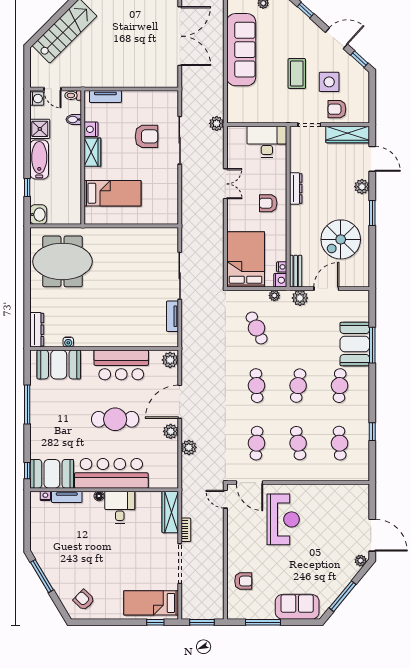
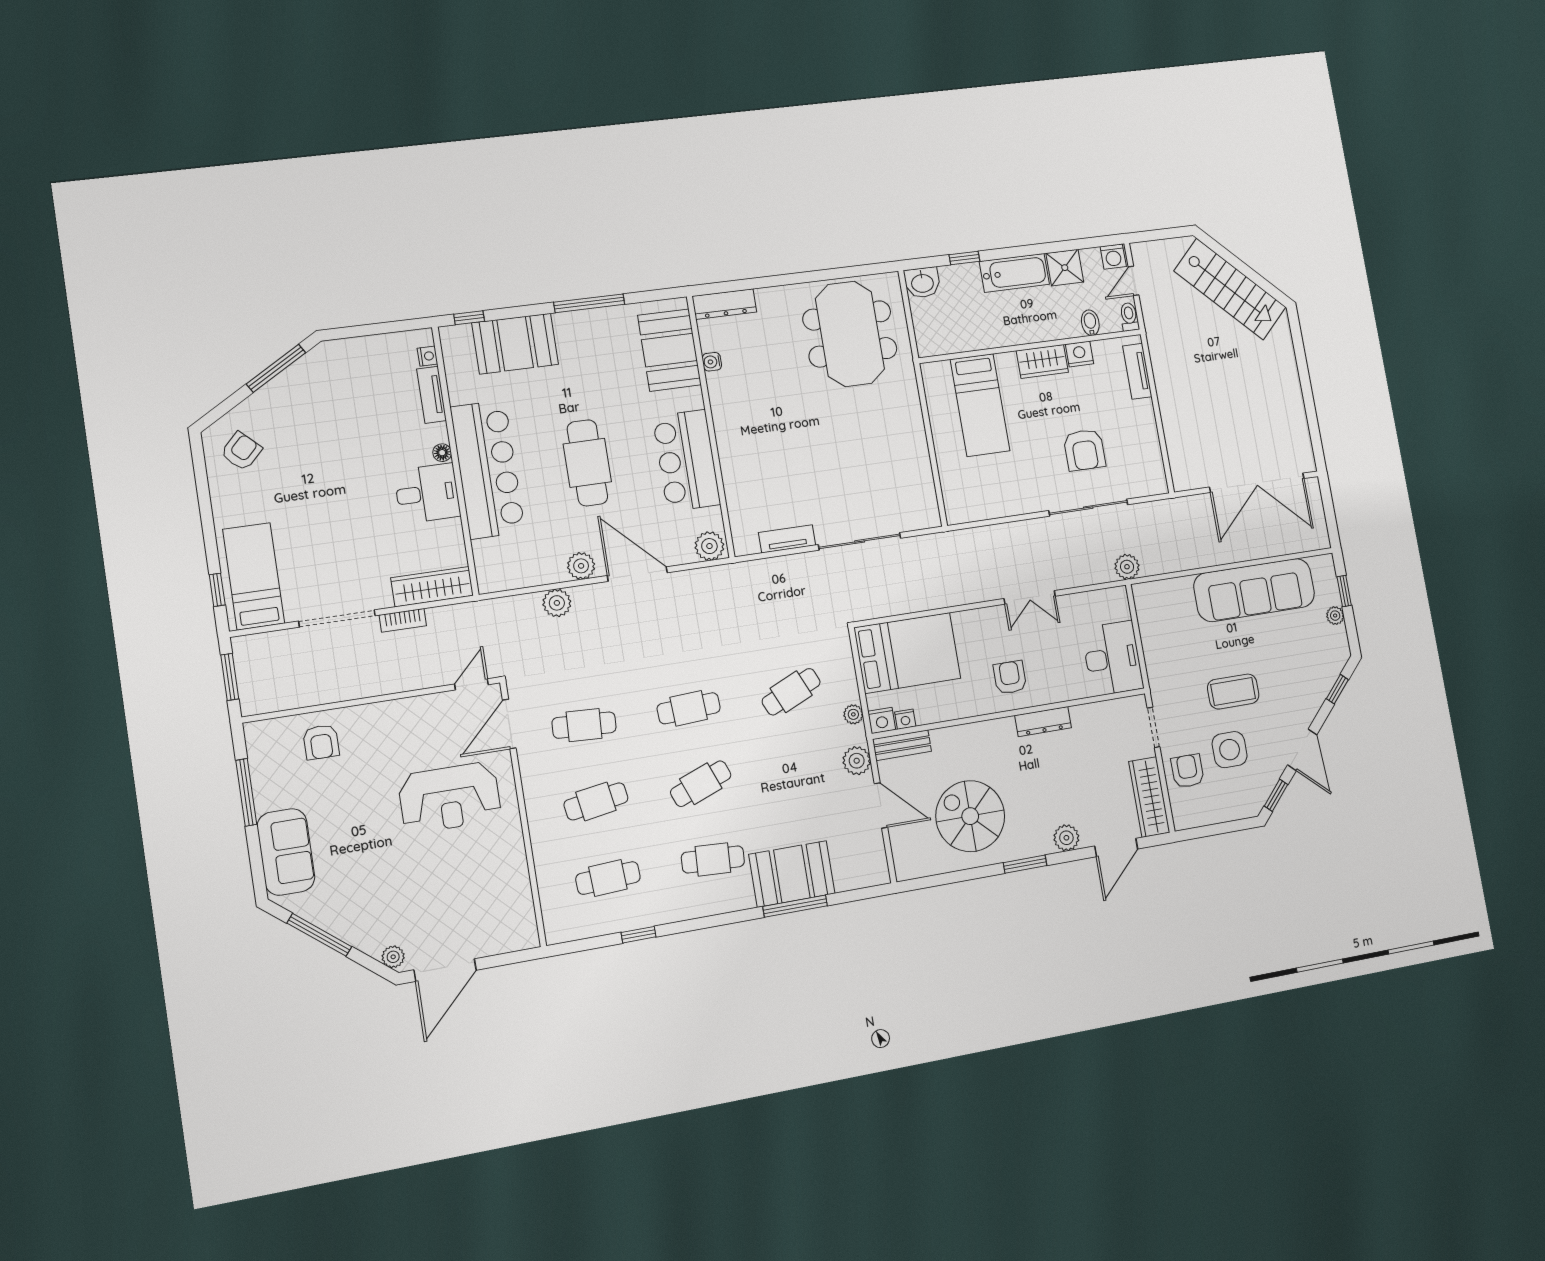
cafe table: (298, 386) -> (701, 784), turned -30
booth: (52, 474) -> (515, 344), moved, turned 90

